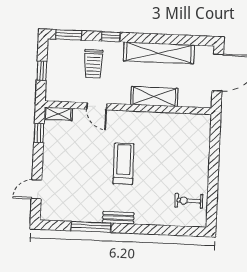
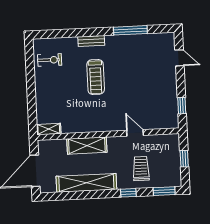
shelving: (58, 114) -> (49, 129), moved
treadmill: (124, 164) -> (96, 77), moved
door: (37, 189) -> (179, 58), hinge flipped
bench: (118, 218) -> (91, 41), moved

